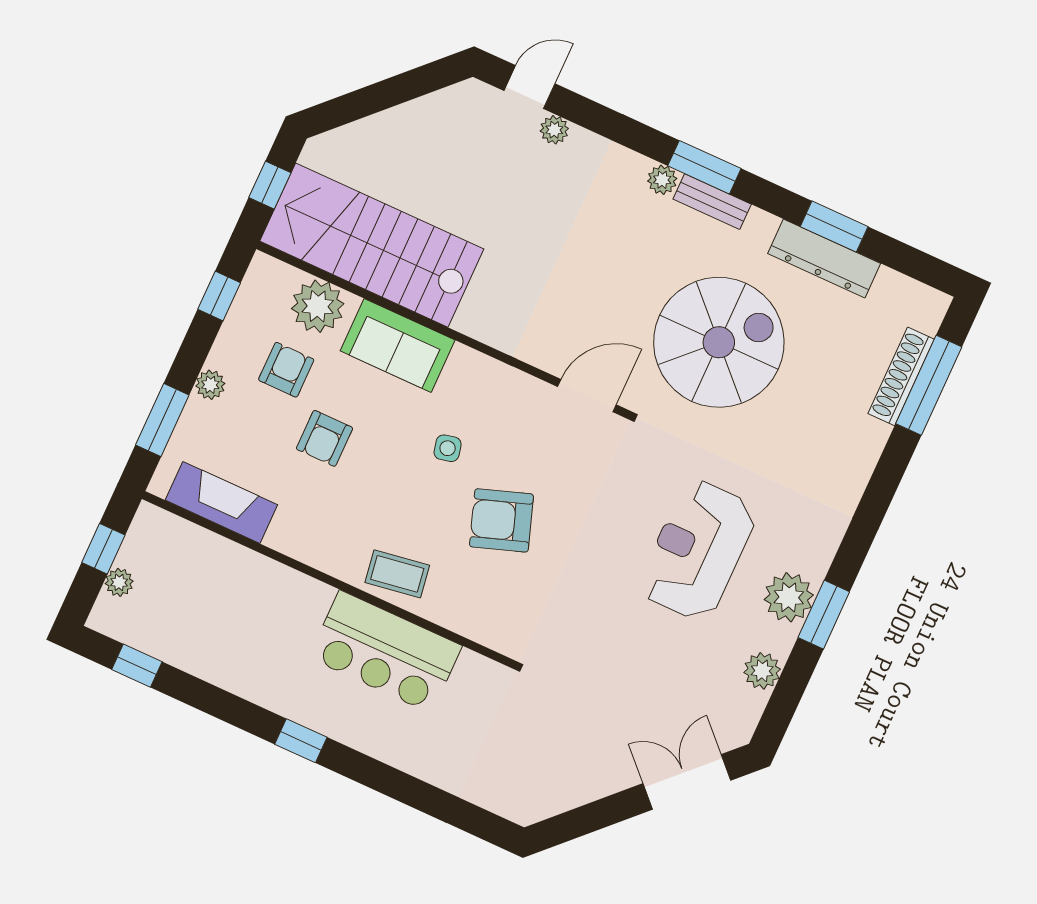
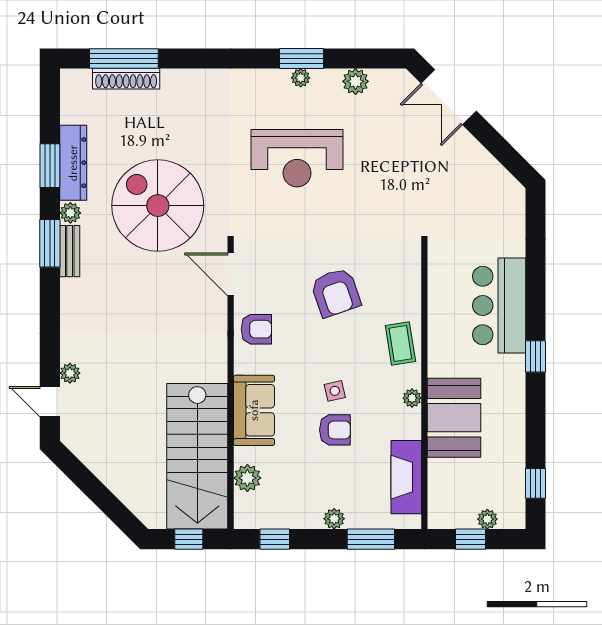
window: (704, 167) -> (50, 243), moved
plant: (662, 180) -> (70, 213), moved
plant: (318, 306) -> (247, 478), width x0.73, depth x0.73
armchair: (286, 370) -> (256, 329), moved, turned 180
side table: (448, 448) -> (335, 391), moved
plant: (320, 557) -> (412, 398), added
plant: (789, 597) -> (301, 78), width x0.53, depth x0.53
booth: (270, 599) -> (454, 418), added
bar counter: (385, 652) -> (499, 305), moved, turned 180

